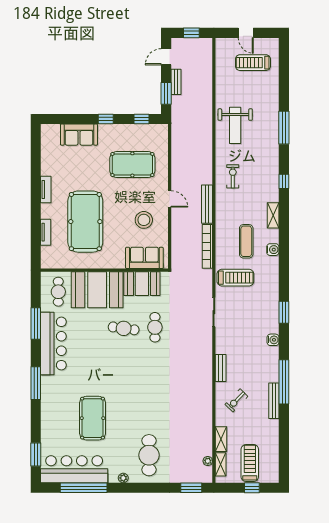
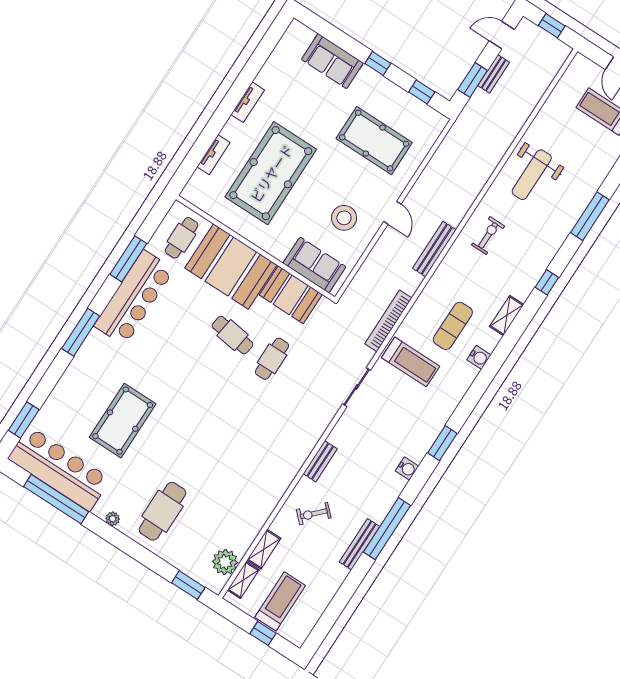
bookcase: (207, 246) -> (388, 321), moved
plant: (208, 461) -> (225, 562), width x1.88, depth x1.88

